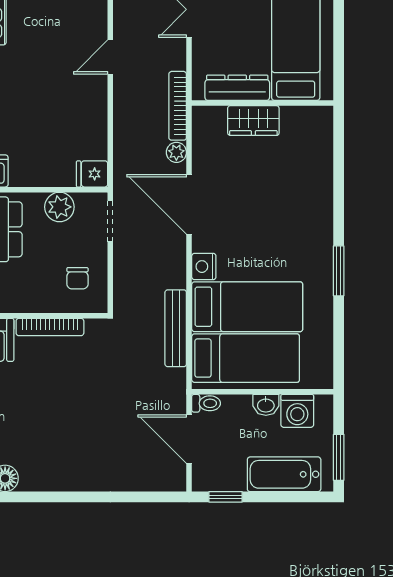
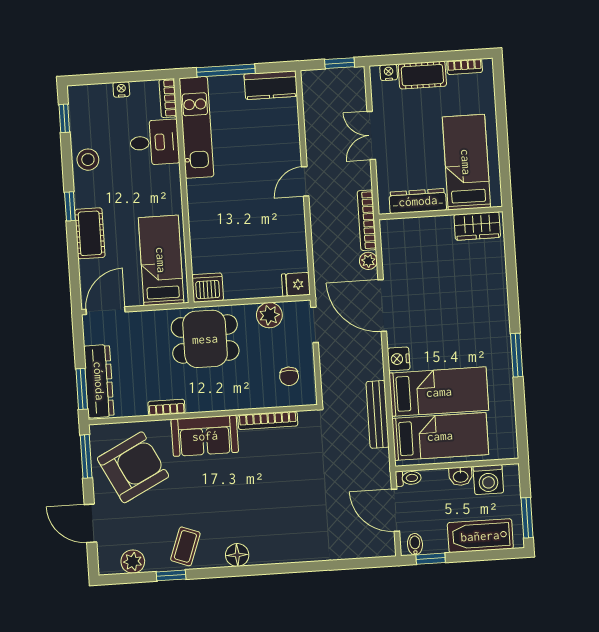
wardrobe: (253, 121) -> (477, 226), moved
bidet: (209, 479) -> (415, 544), added

